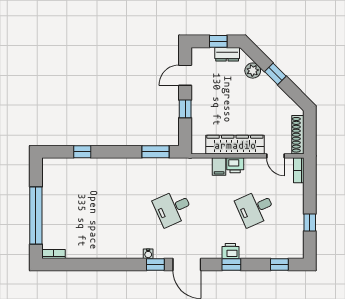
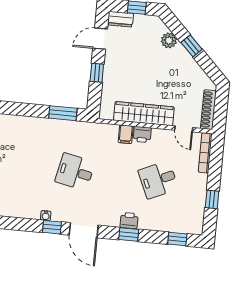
dresser: (227, 54) -> (120, 19), moved
bookcase: (299, 170) -> (205, 153), width x1.56
desk: (173, 208) -> (75, 172), turned 36

